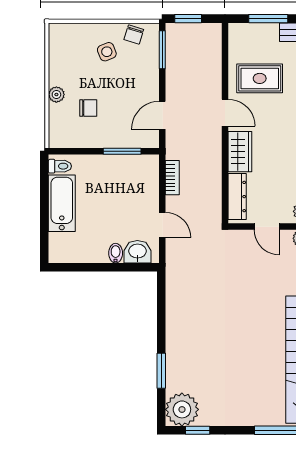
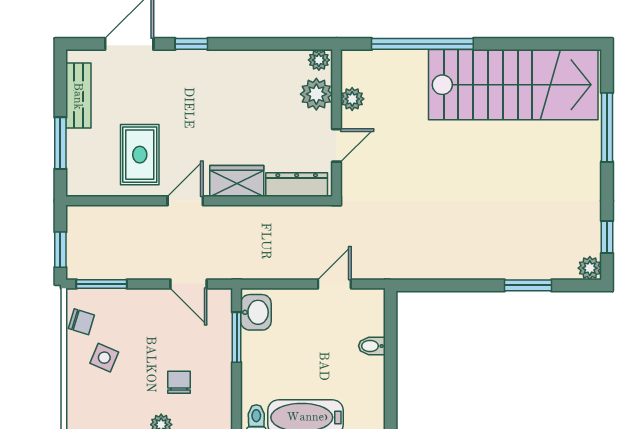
side table: (107, 52) -> (104, 358), turned 45
bookcase: (172, 178) -> (272, 271), removed
washbasin: (137, 252) -> (256, 312), moved, turned 180
plant: (182, 409) -> (590, 268), width x0.53, depth x0.53

